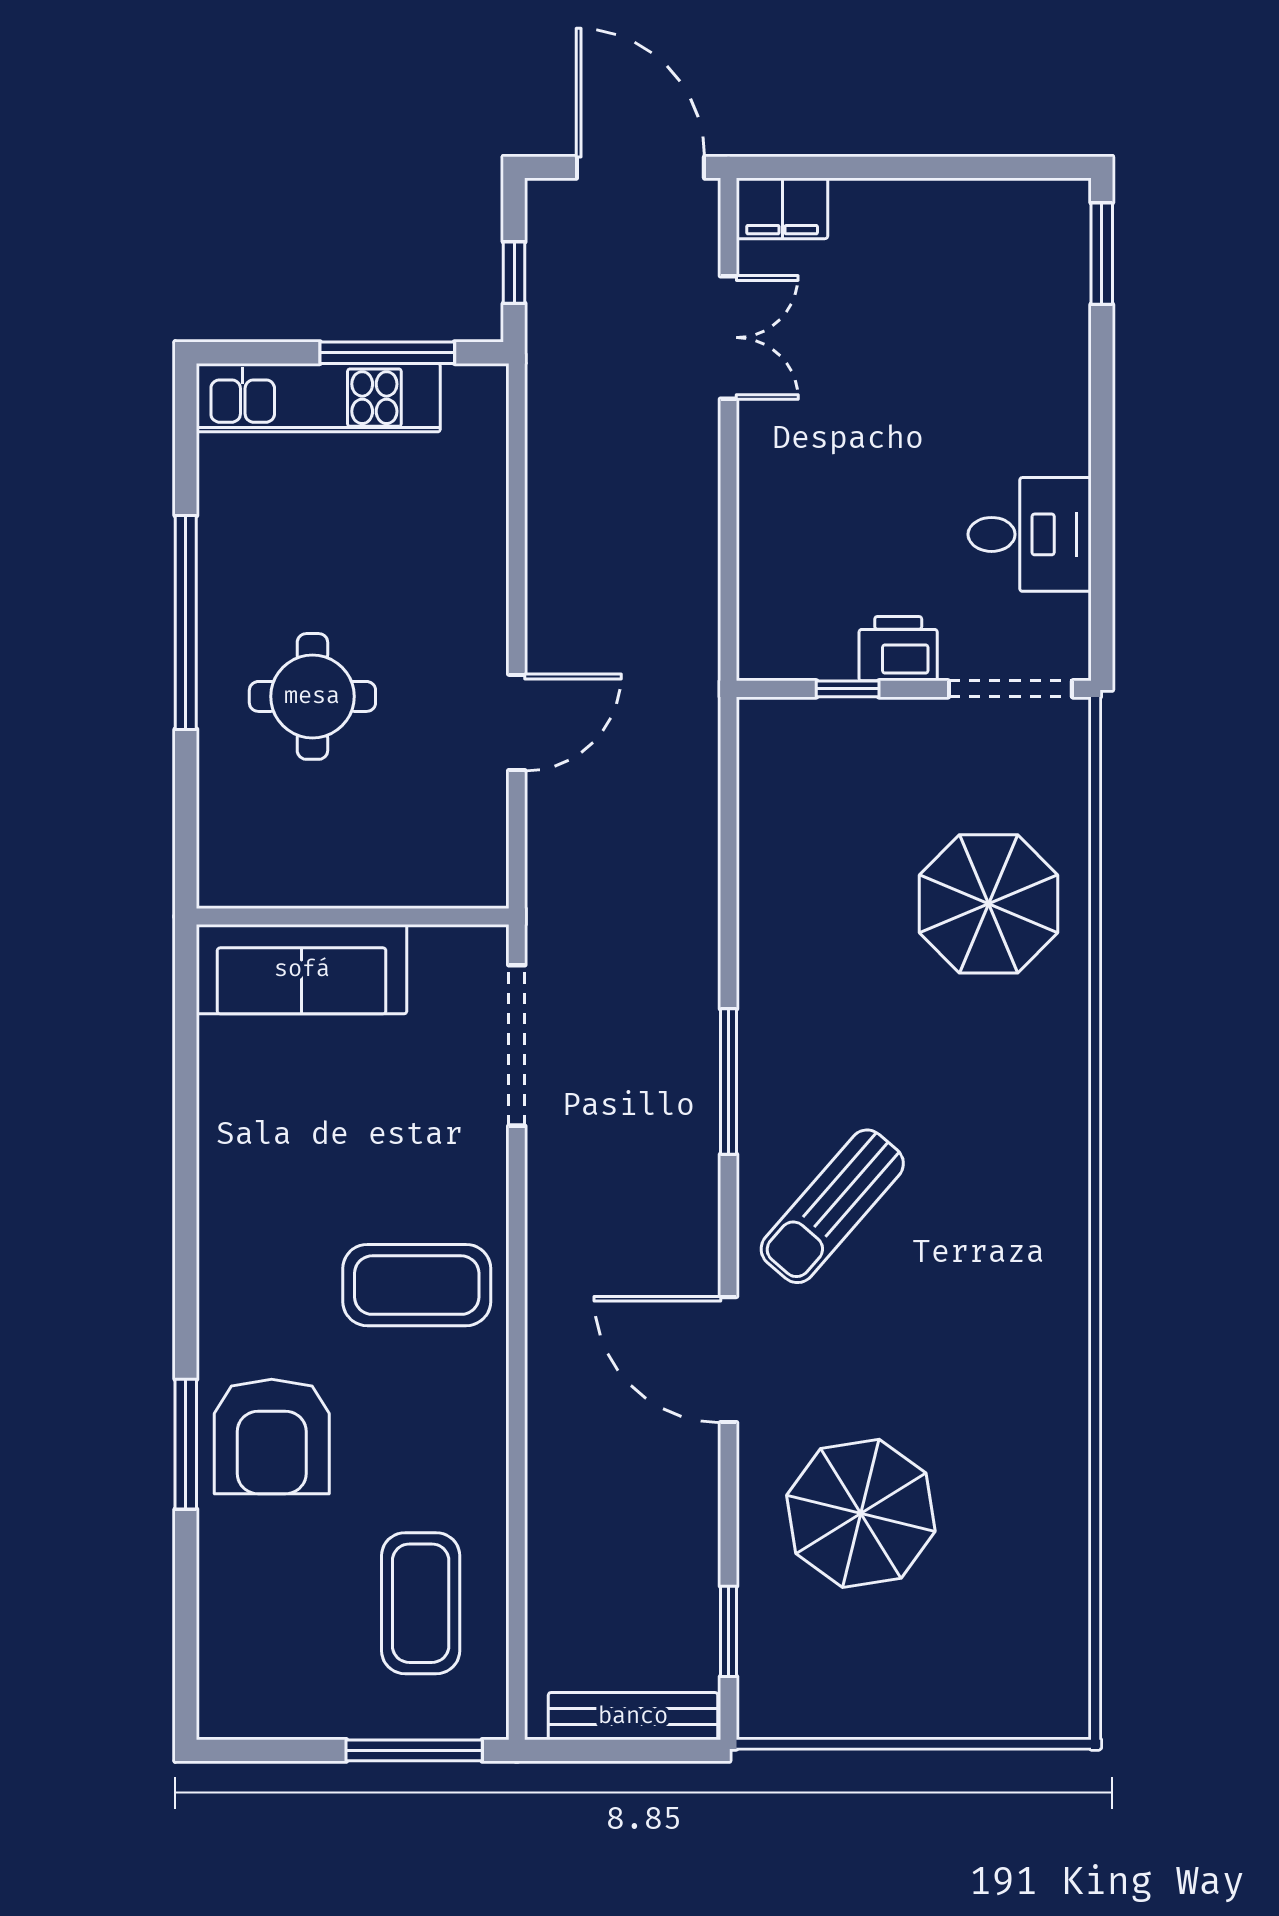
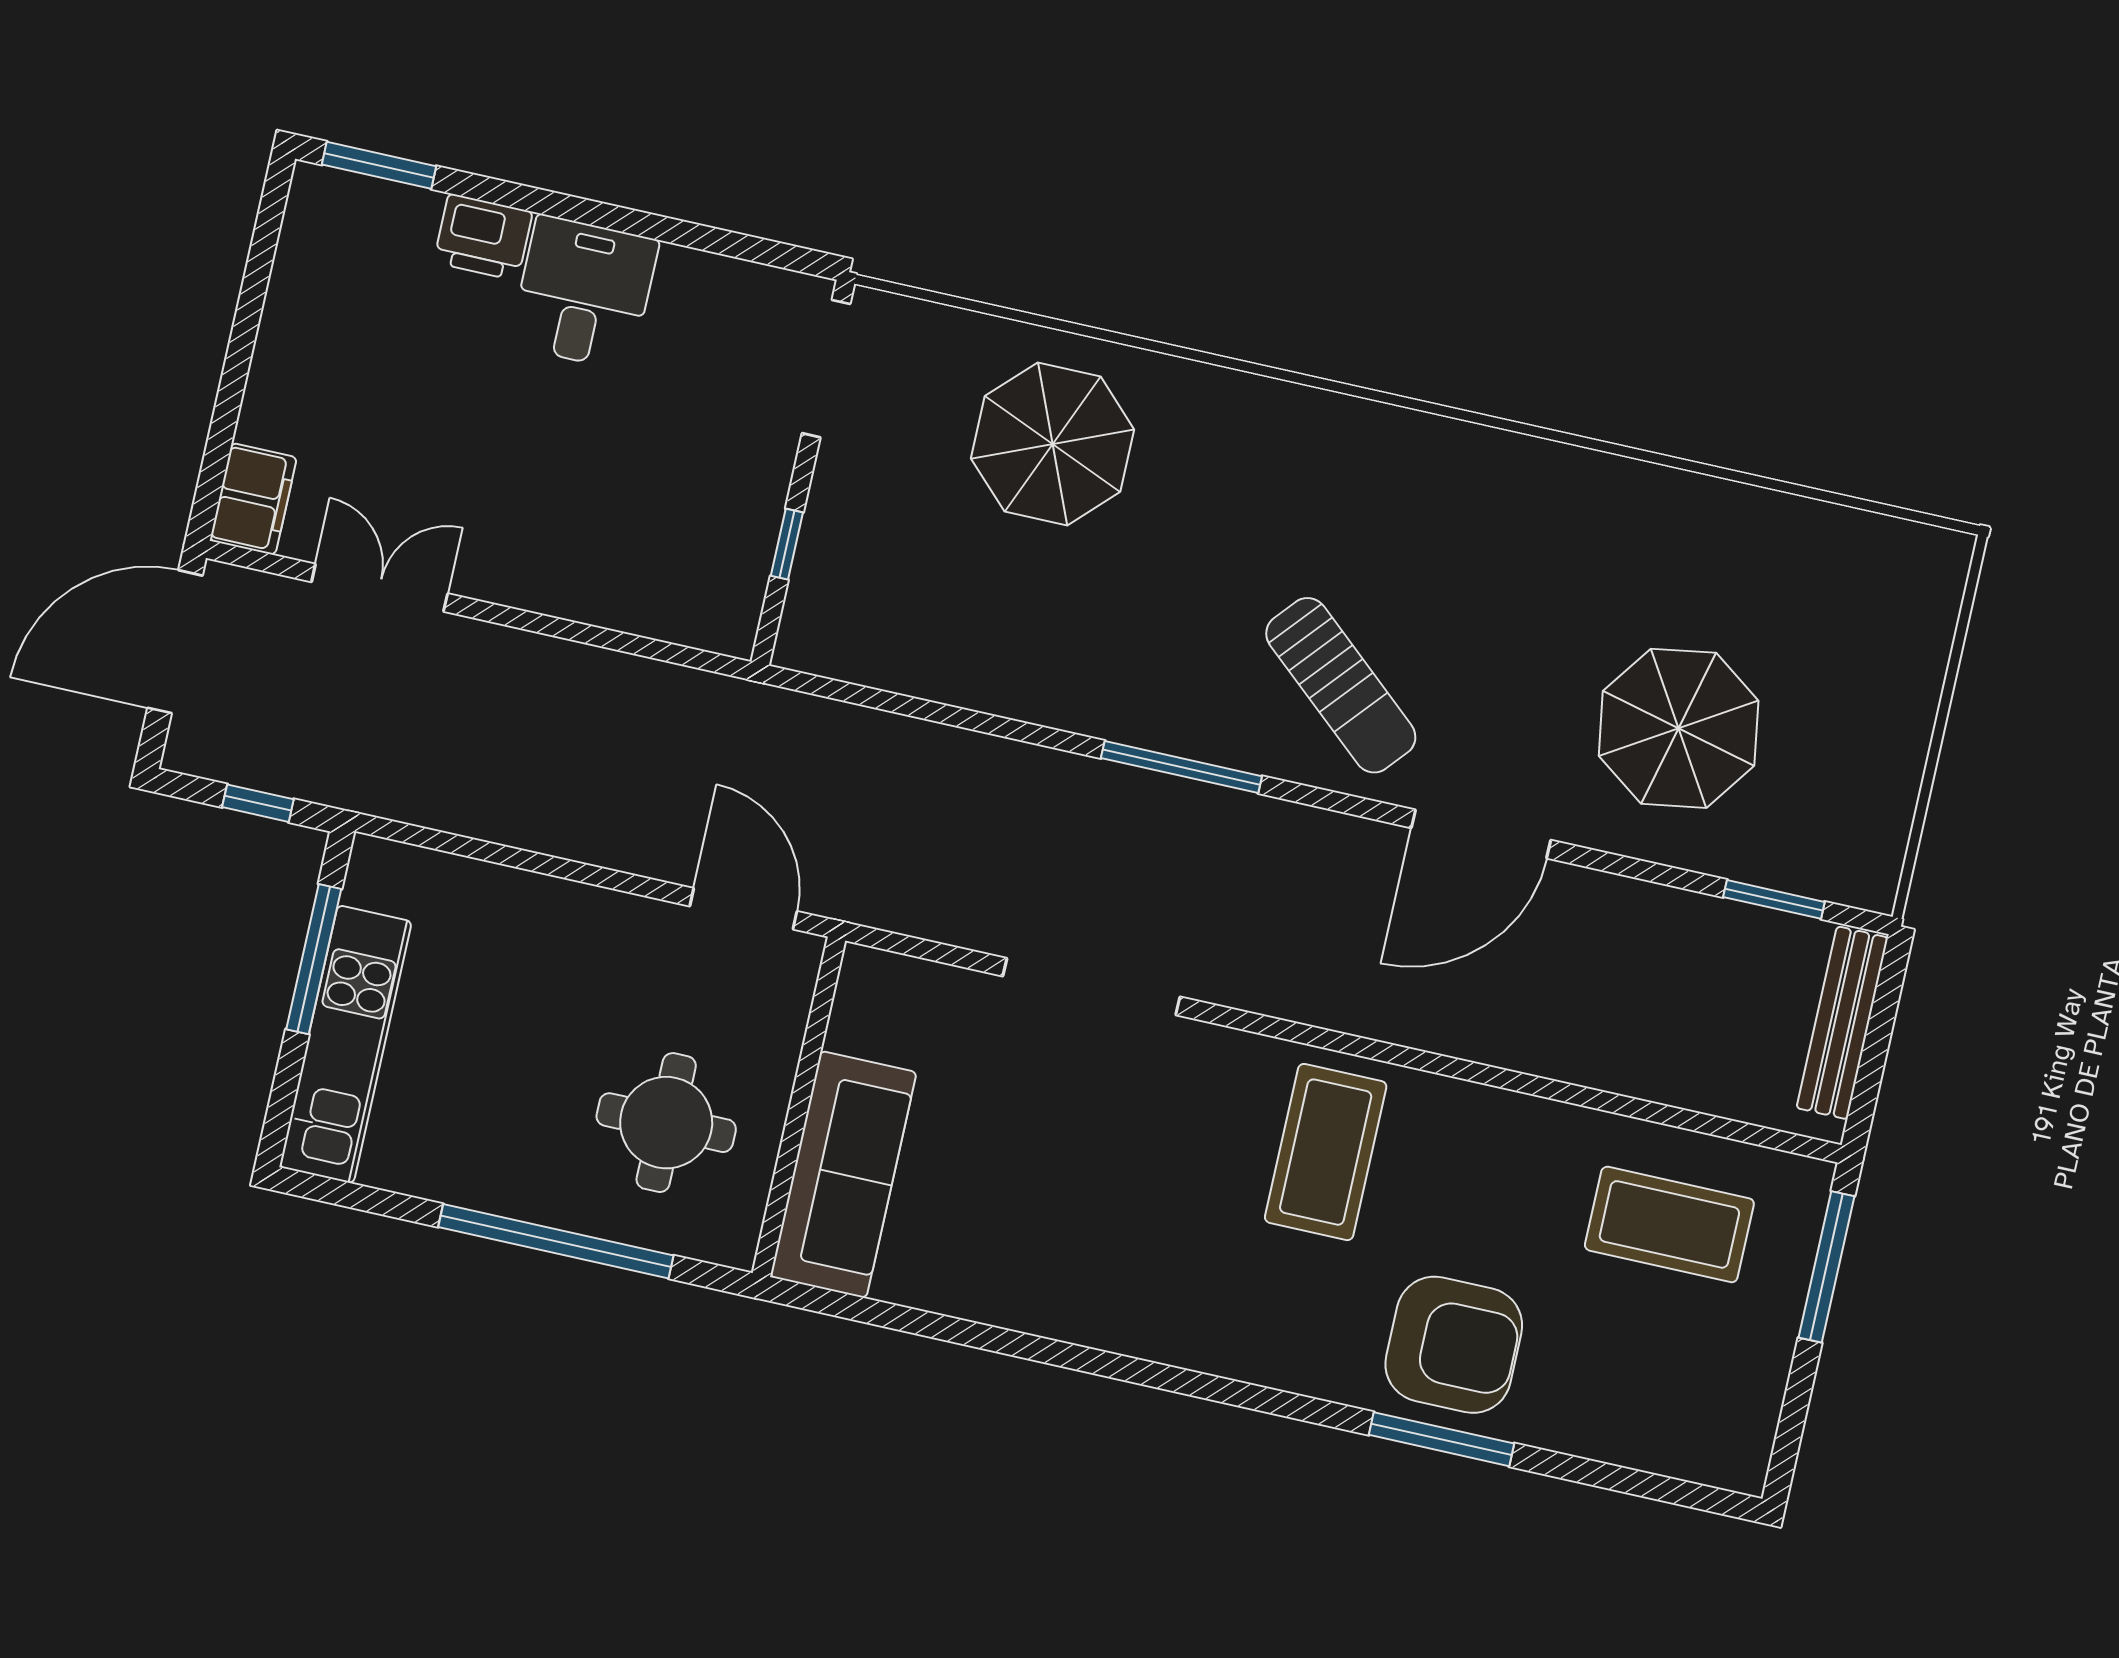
desk: (1030, 534) -> (584, 293), moved
printer: (898, 649) -> (483, 237), moved, turned -90
wall: (353, 917) -> (799, 1107), moved
sofa: (302, 969) -> (843, 1175), moved

